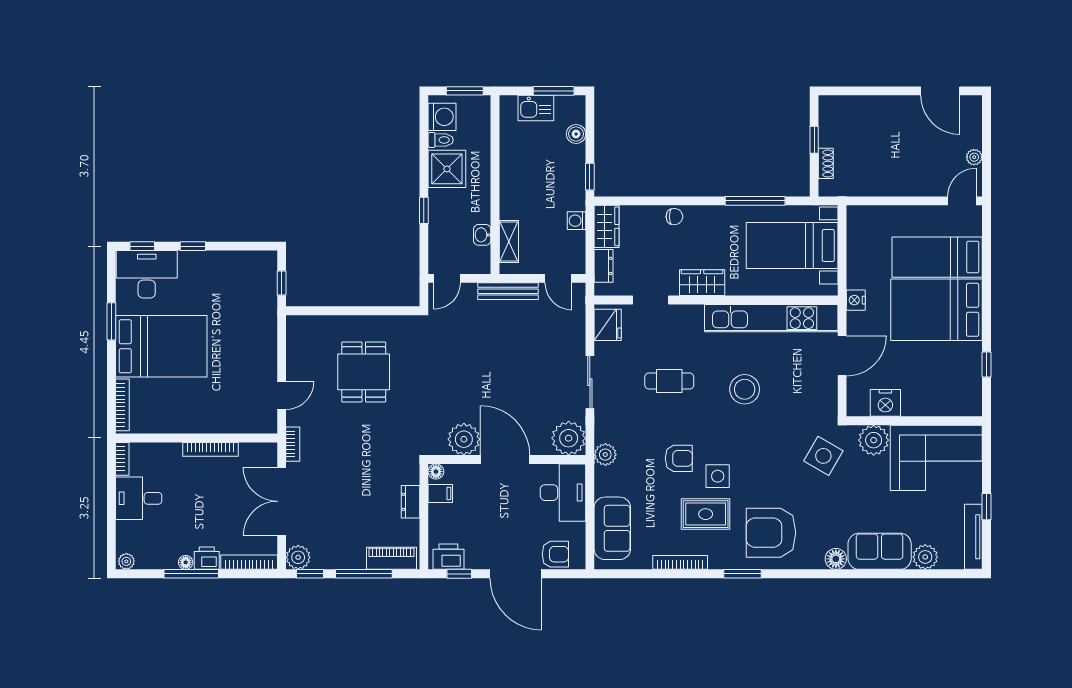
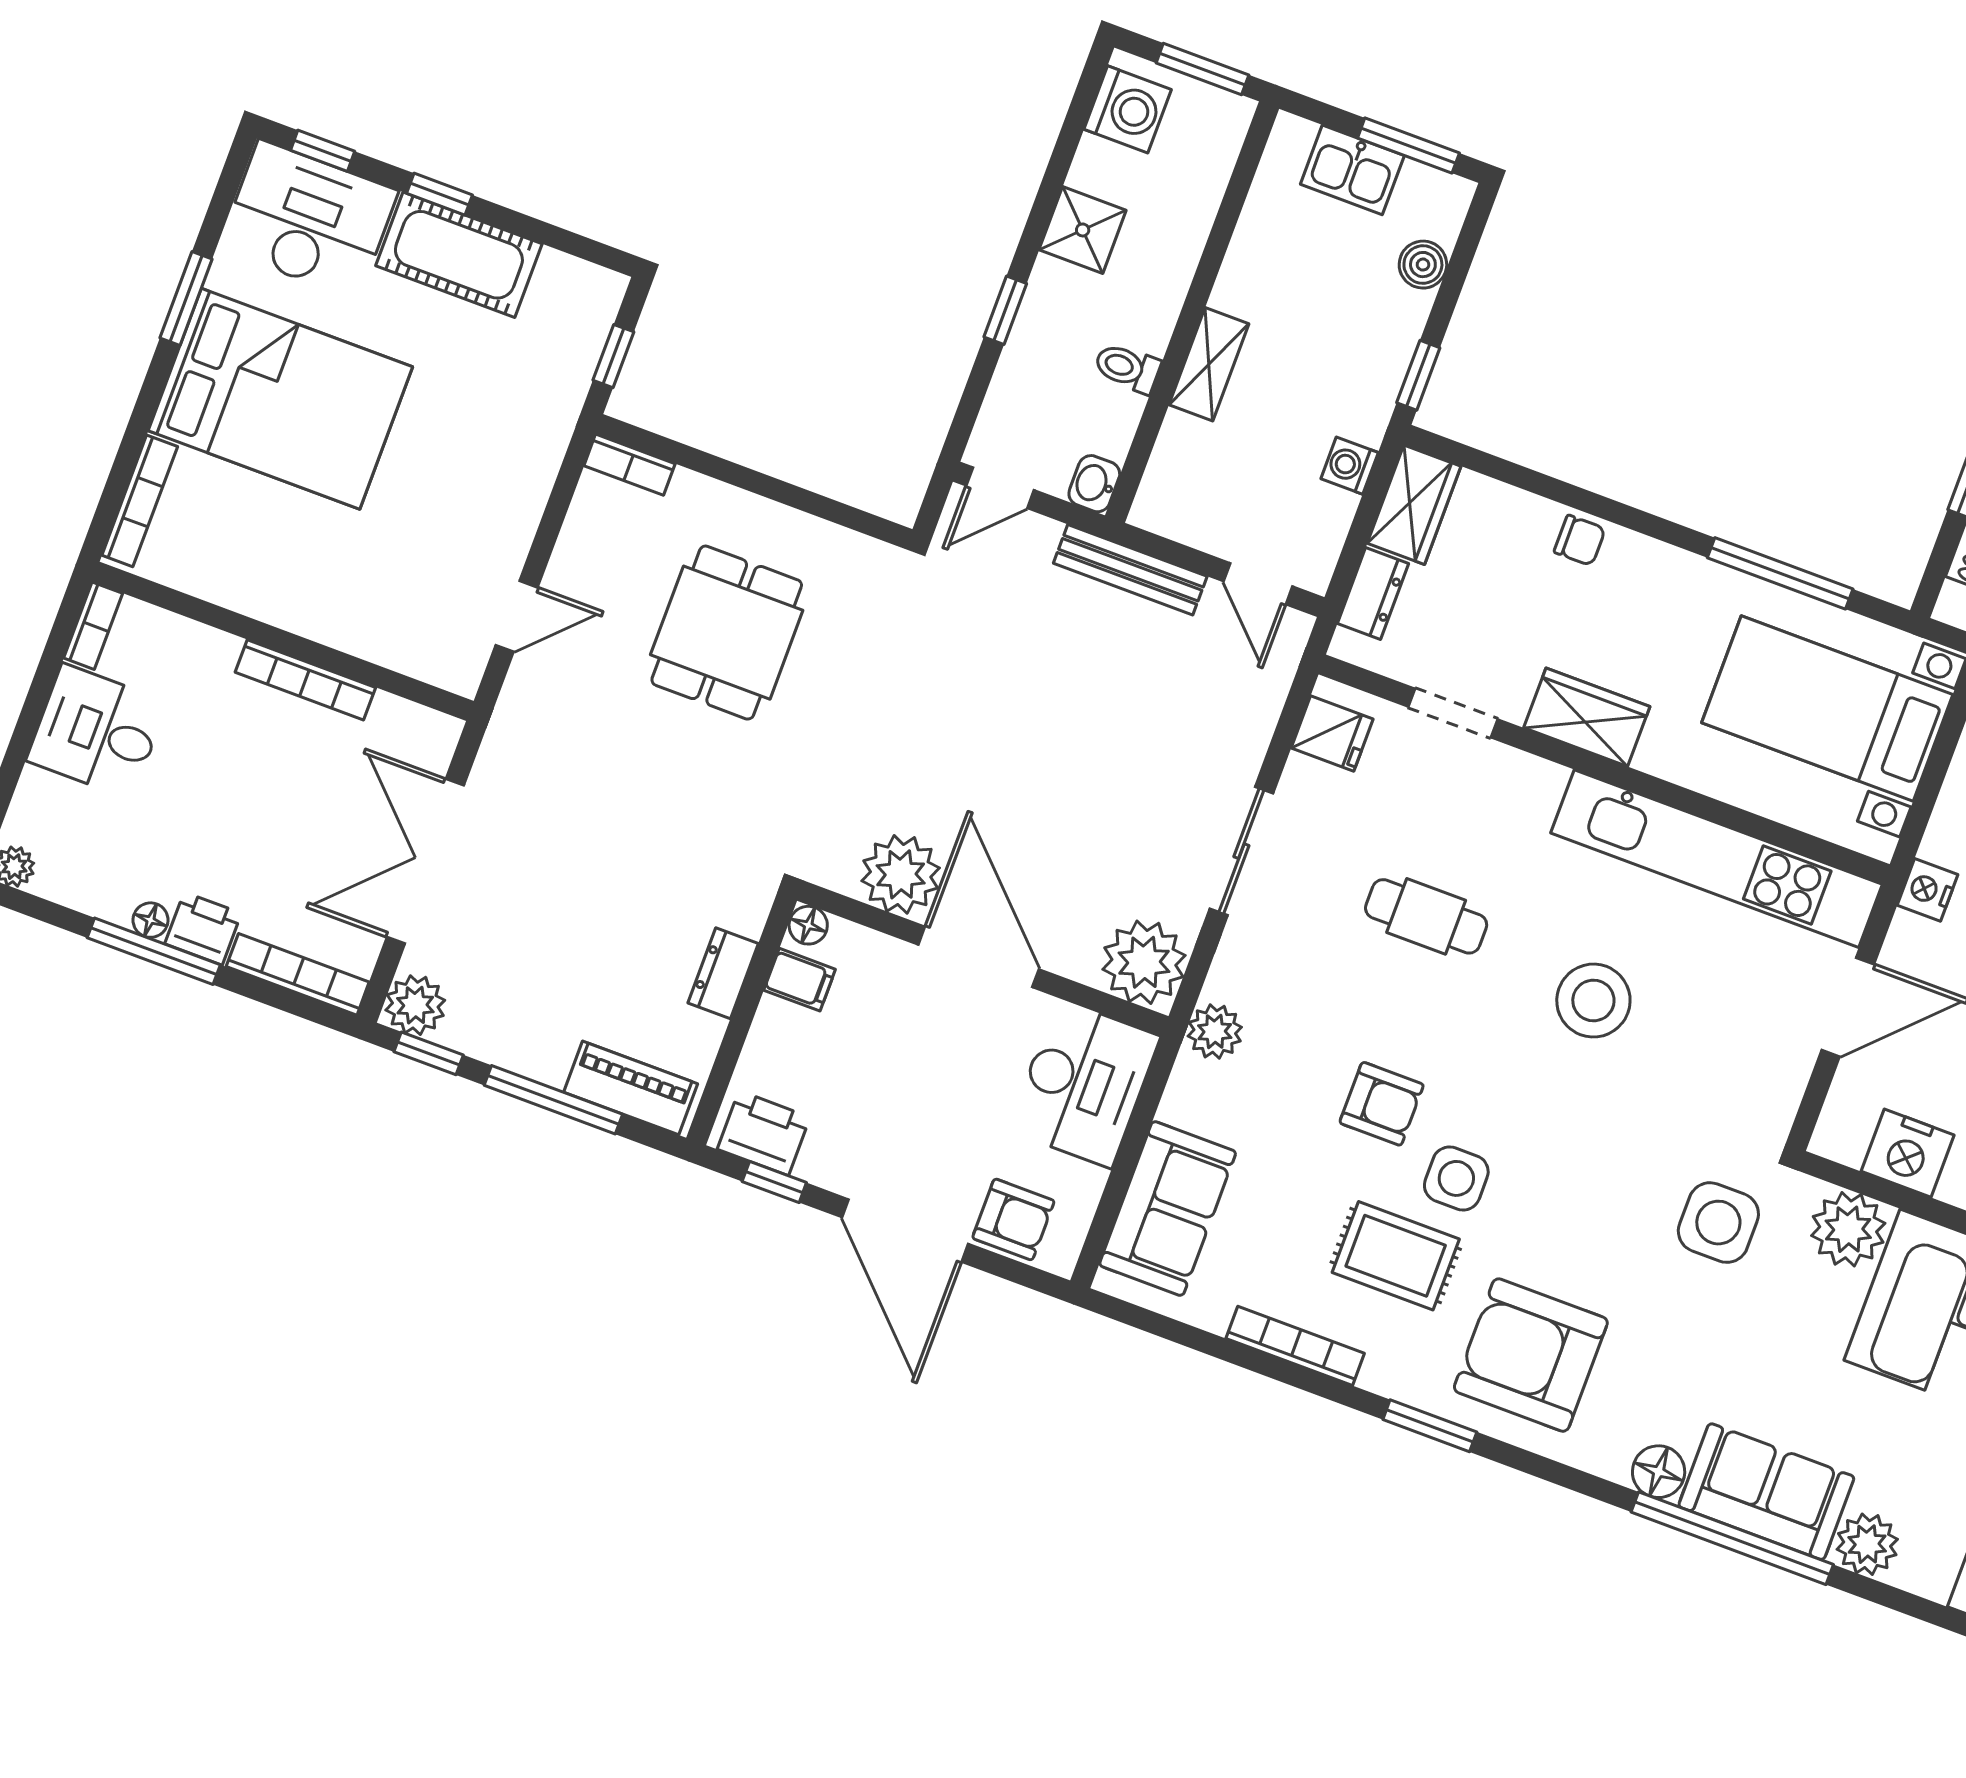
toilet: (441, 140) -> (1127, 368), moved, turned 180
shower: (447, 169) -> (1083, 230), width x0.73, depth x0.73
washbasin: (482, 235) -> (1094, 484), moved
shelving: (509, 242) -> (1209, 364), moved
cot: (209, 266) -> (459, 255), added
fridge: (608, 325) -> (1332, 734), width x0.72
bookcase: (293, 444) -> (630, 465), moved, turned 90
side table: (823, 456) -> (1718, 1223), turned -30
window: (873, 574) -> (1732, 1538), added

